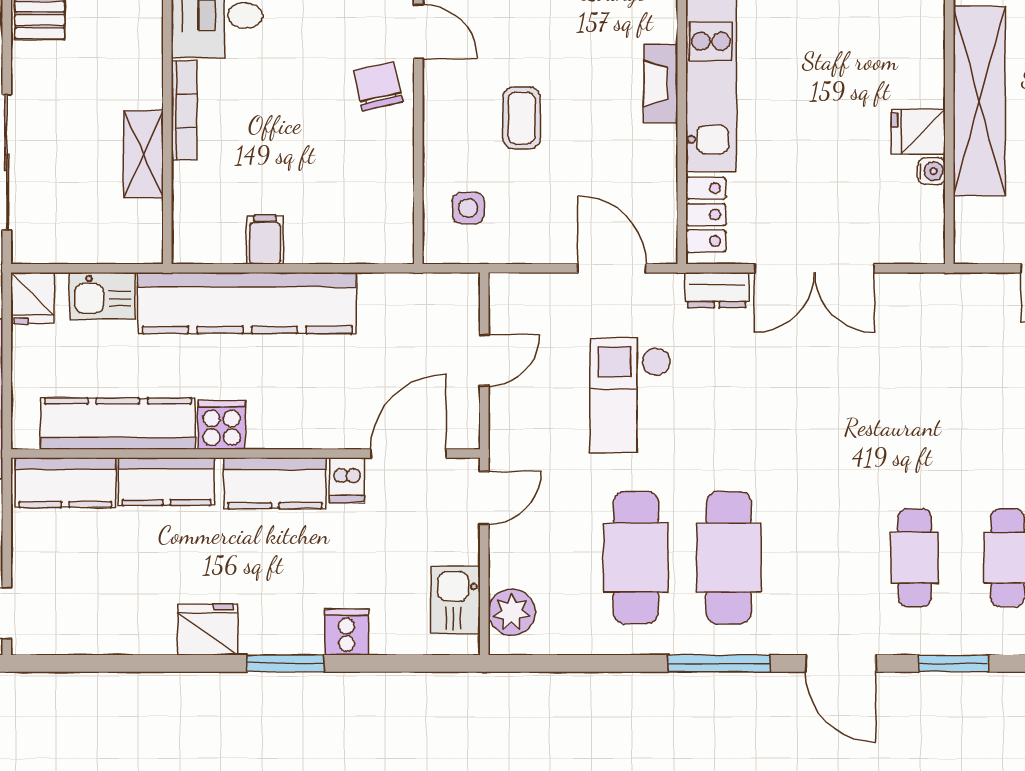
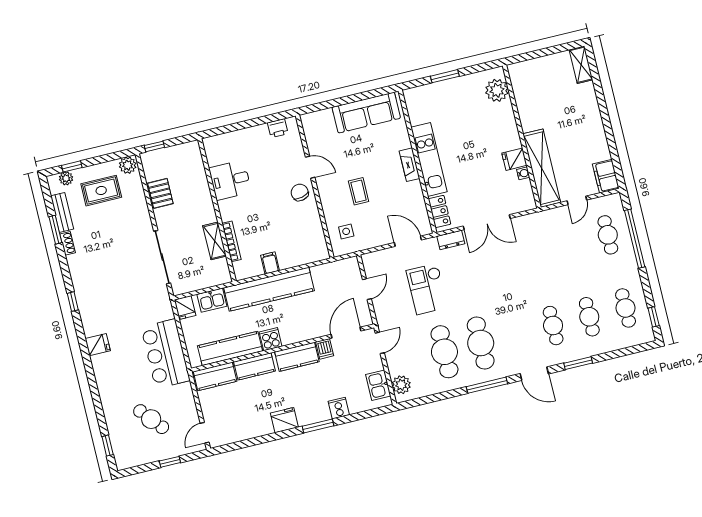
shelving: (979, 101) -> (542, 168), moved
bookcase: (184, 111) -> (231, 241), moved

